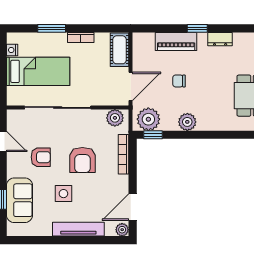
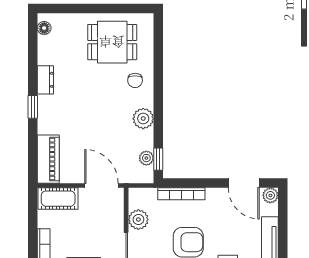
piano: (176, 41) -> (48, 159), moved
chair: (179, 81) -> (135, 80), moved
plant: (115, 118) -> (138, 220), moved
plant: (148, 119) -> (146, 158), width x0.53, depth x0.53

